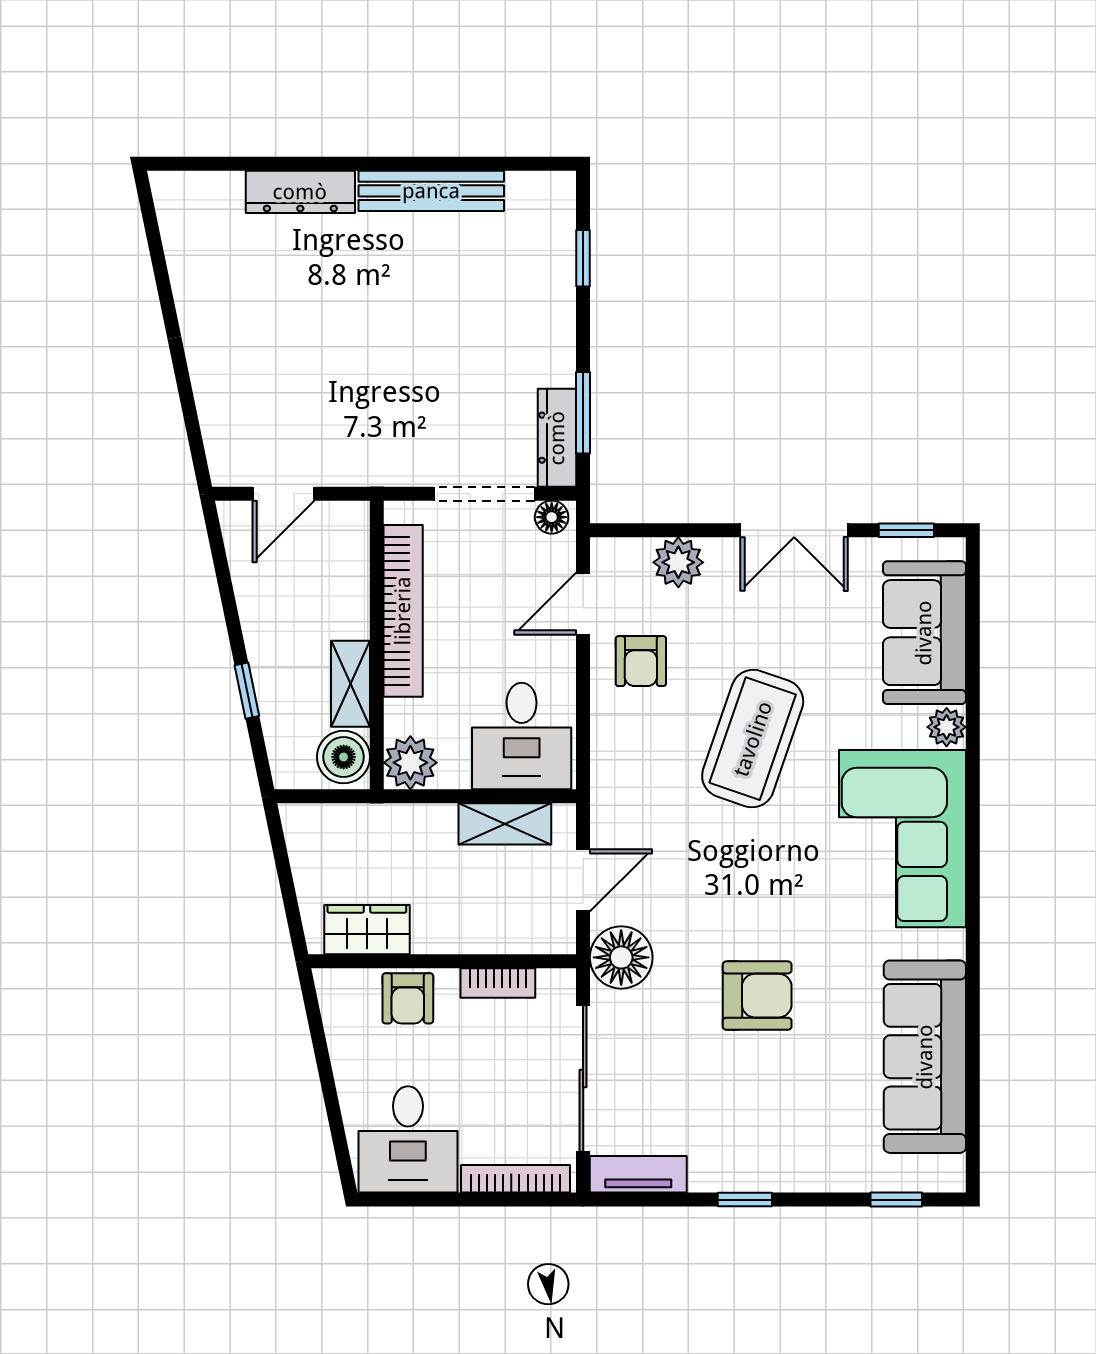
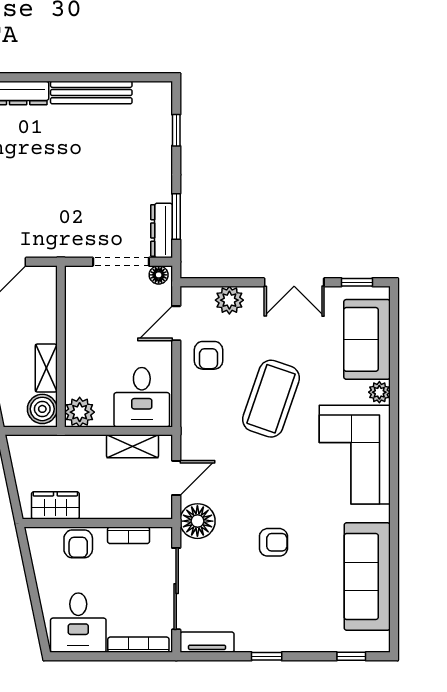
bookcase: (403, 611) -> (76, 327), removed
armchair: (757, 996) -> (273, 542), width x0.72, depth x0.72

